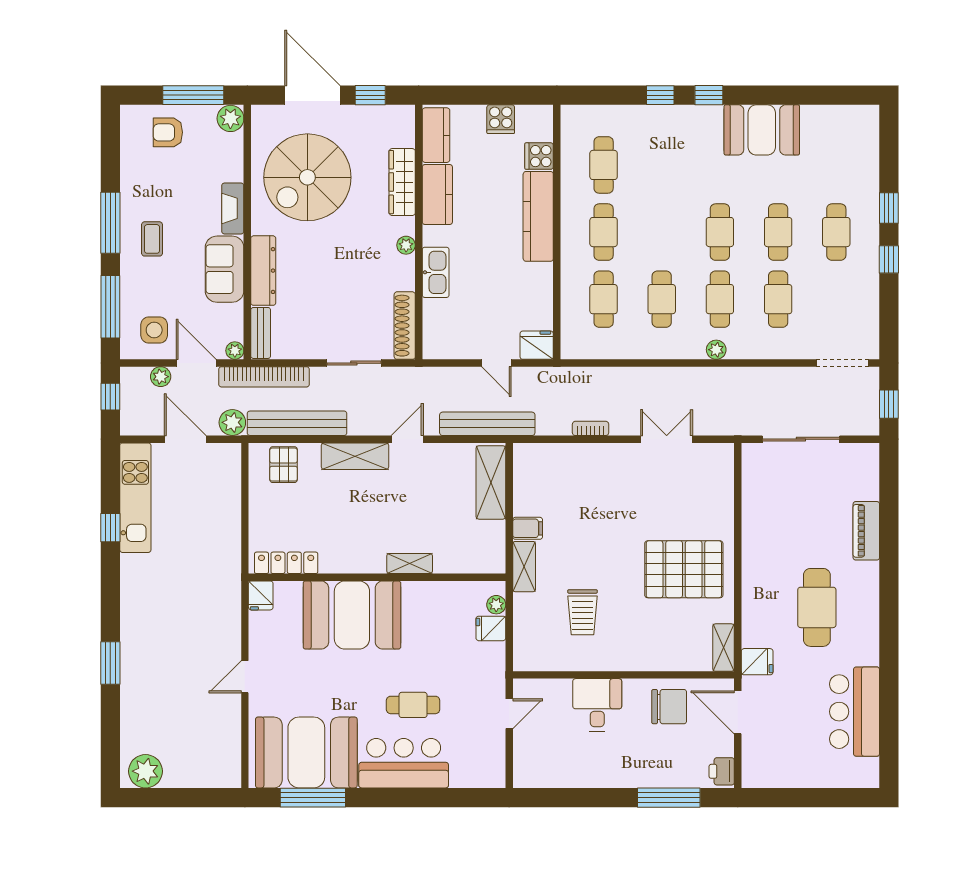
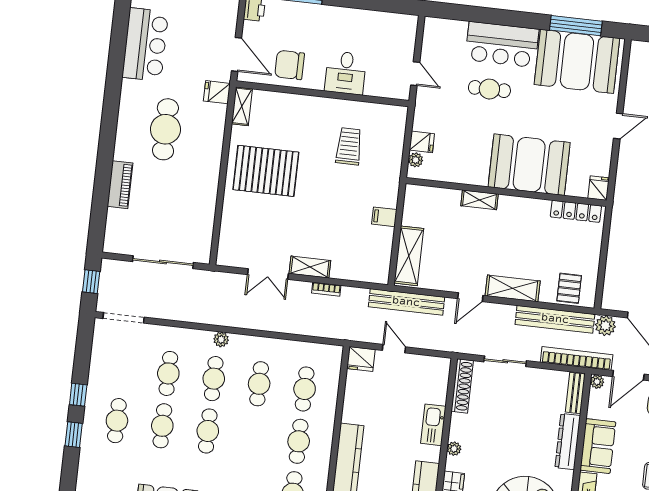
door: (196, 363) -> (628, 375), hinge flipped
shelving: (524, 567) -> (310, 267), moved, turned 90
door: (509, 714) -> (415, 74), swing flipped

